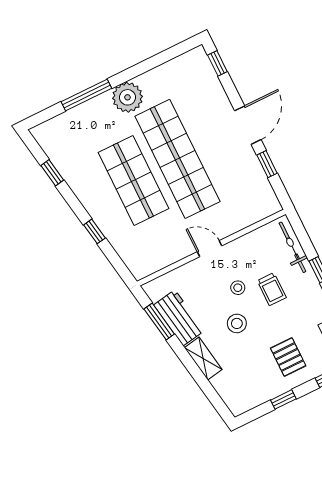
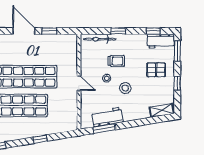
door: (209, 249) -> (79, 83), swing flipped
shelving: (203, 359) -> (162, 110), moved

